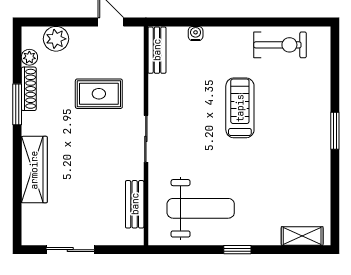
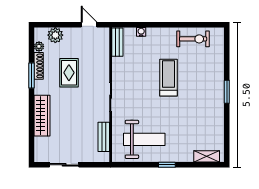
rug: (99, 94) -> (69, 73), moved, turned 90

